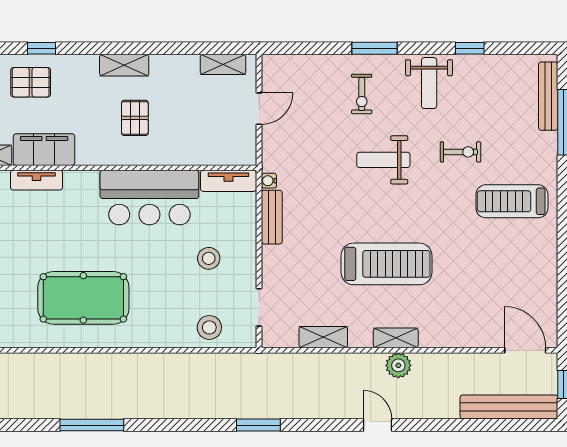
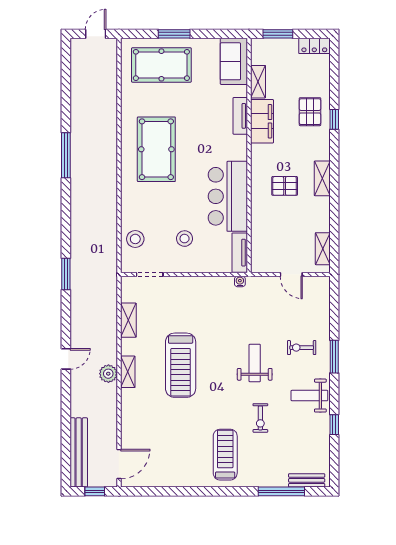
bench: (548, 96) -> (307, 480), width x0.73
bench: (272, 217) -> (214, 283), removed

